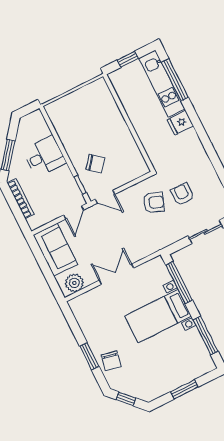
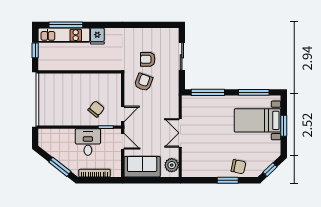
desk: (44, 156) -> (88, 142), moved
bed with nightstands: (158, 316) -> (257, 120), moved, turned 90

